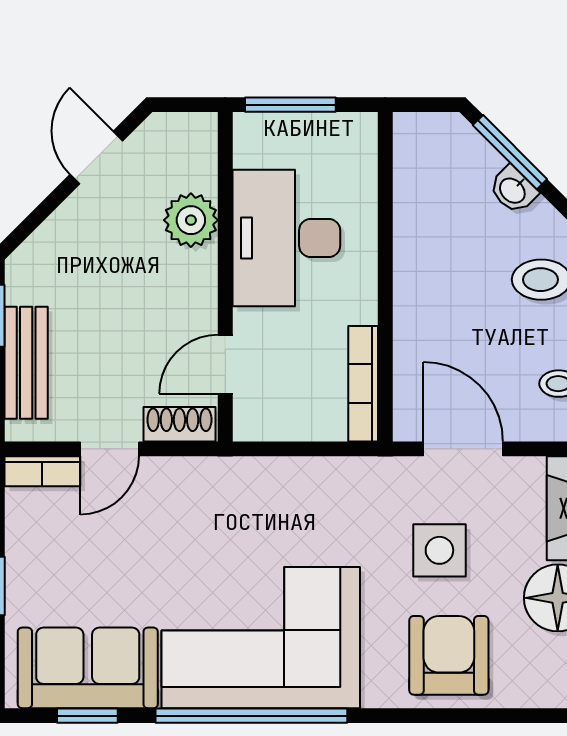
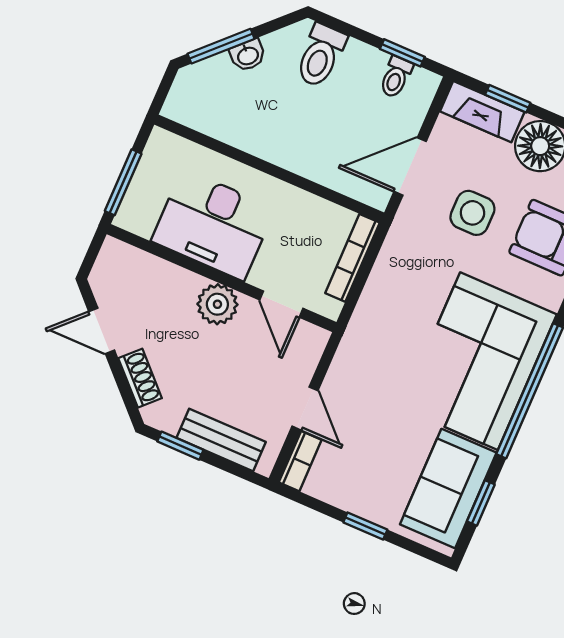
plant: (191, 220) -> (217, 304), moved
bookcase: (363, 384) -> (352, 258), moved, turned 90
shoe rack: (179, 424) -> (140, 378), moved, turned 135

